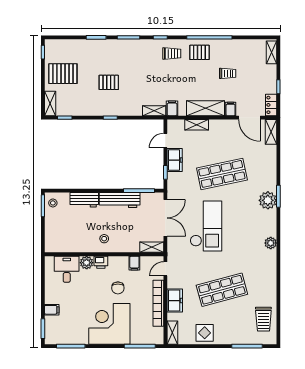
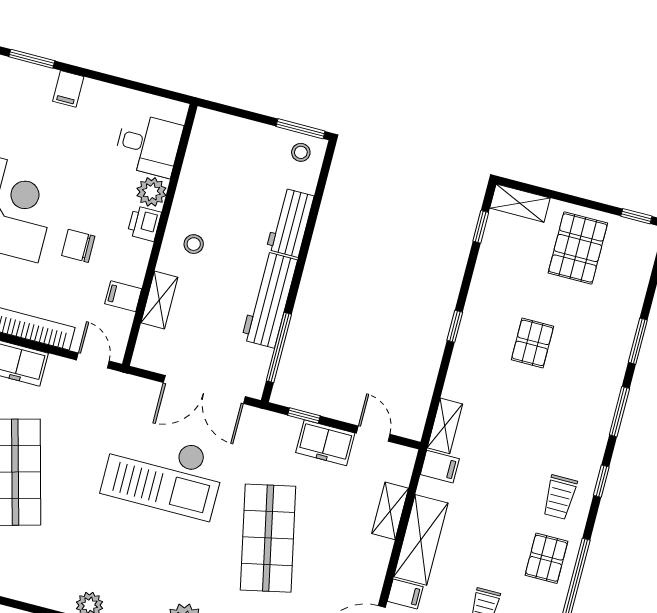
shelving: (152, 247) -> (159, 300), moved

